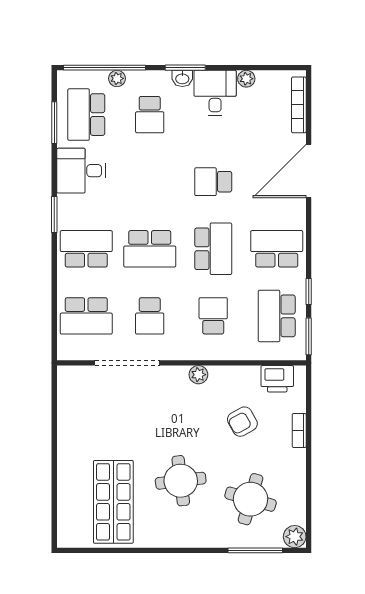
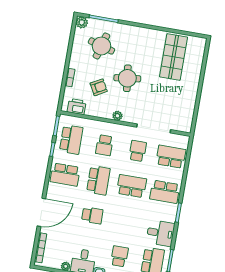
school desk: (213, 249) -> (98, 180), turned 180
round table: (181, 481) -> (127, 78), moved

